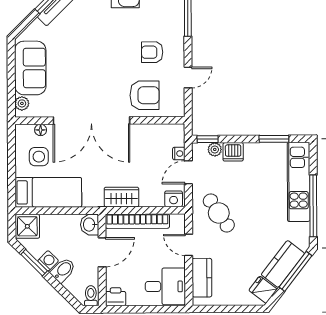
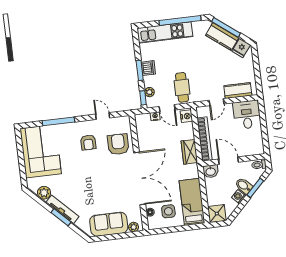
window: (274, 139) -> (140, 70), moved
dishwasher: (233, 152) -> (148, 68), moved
cafe table: (219, 213) -> (182, 87), moved, turned -56
window: (34, 263) -> (255, 188), moved
printer: (116, 297) -> (258, 148), removed

